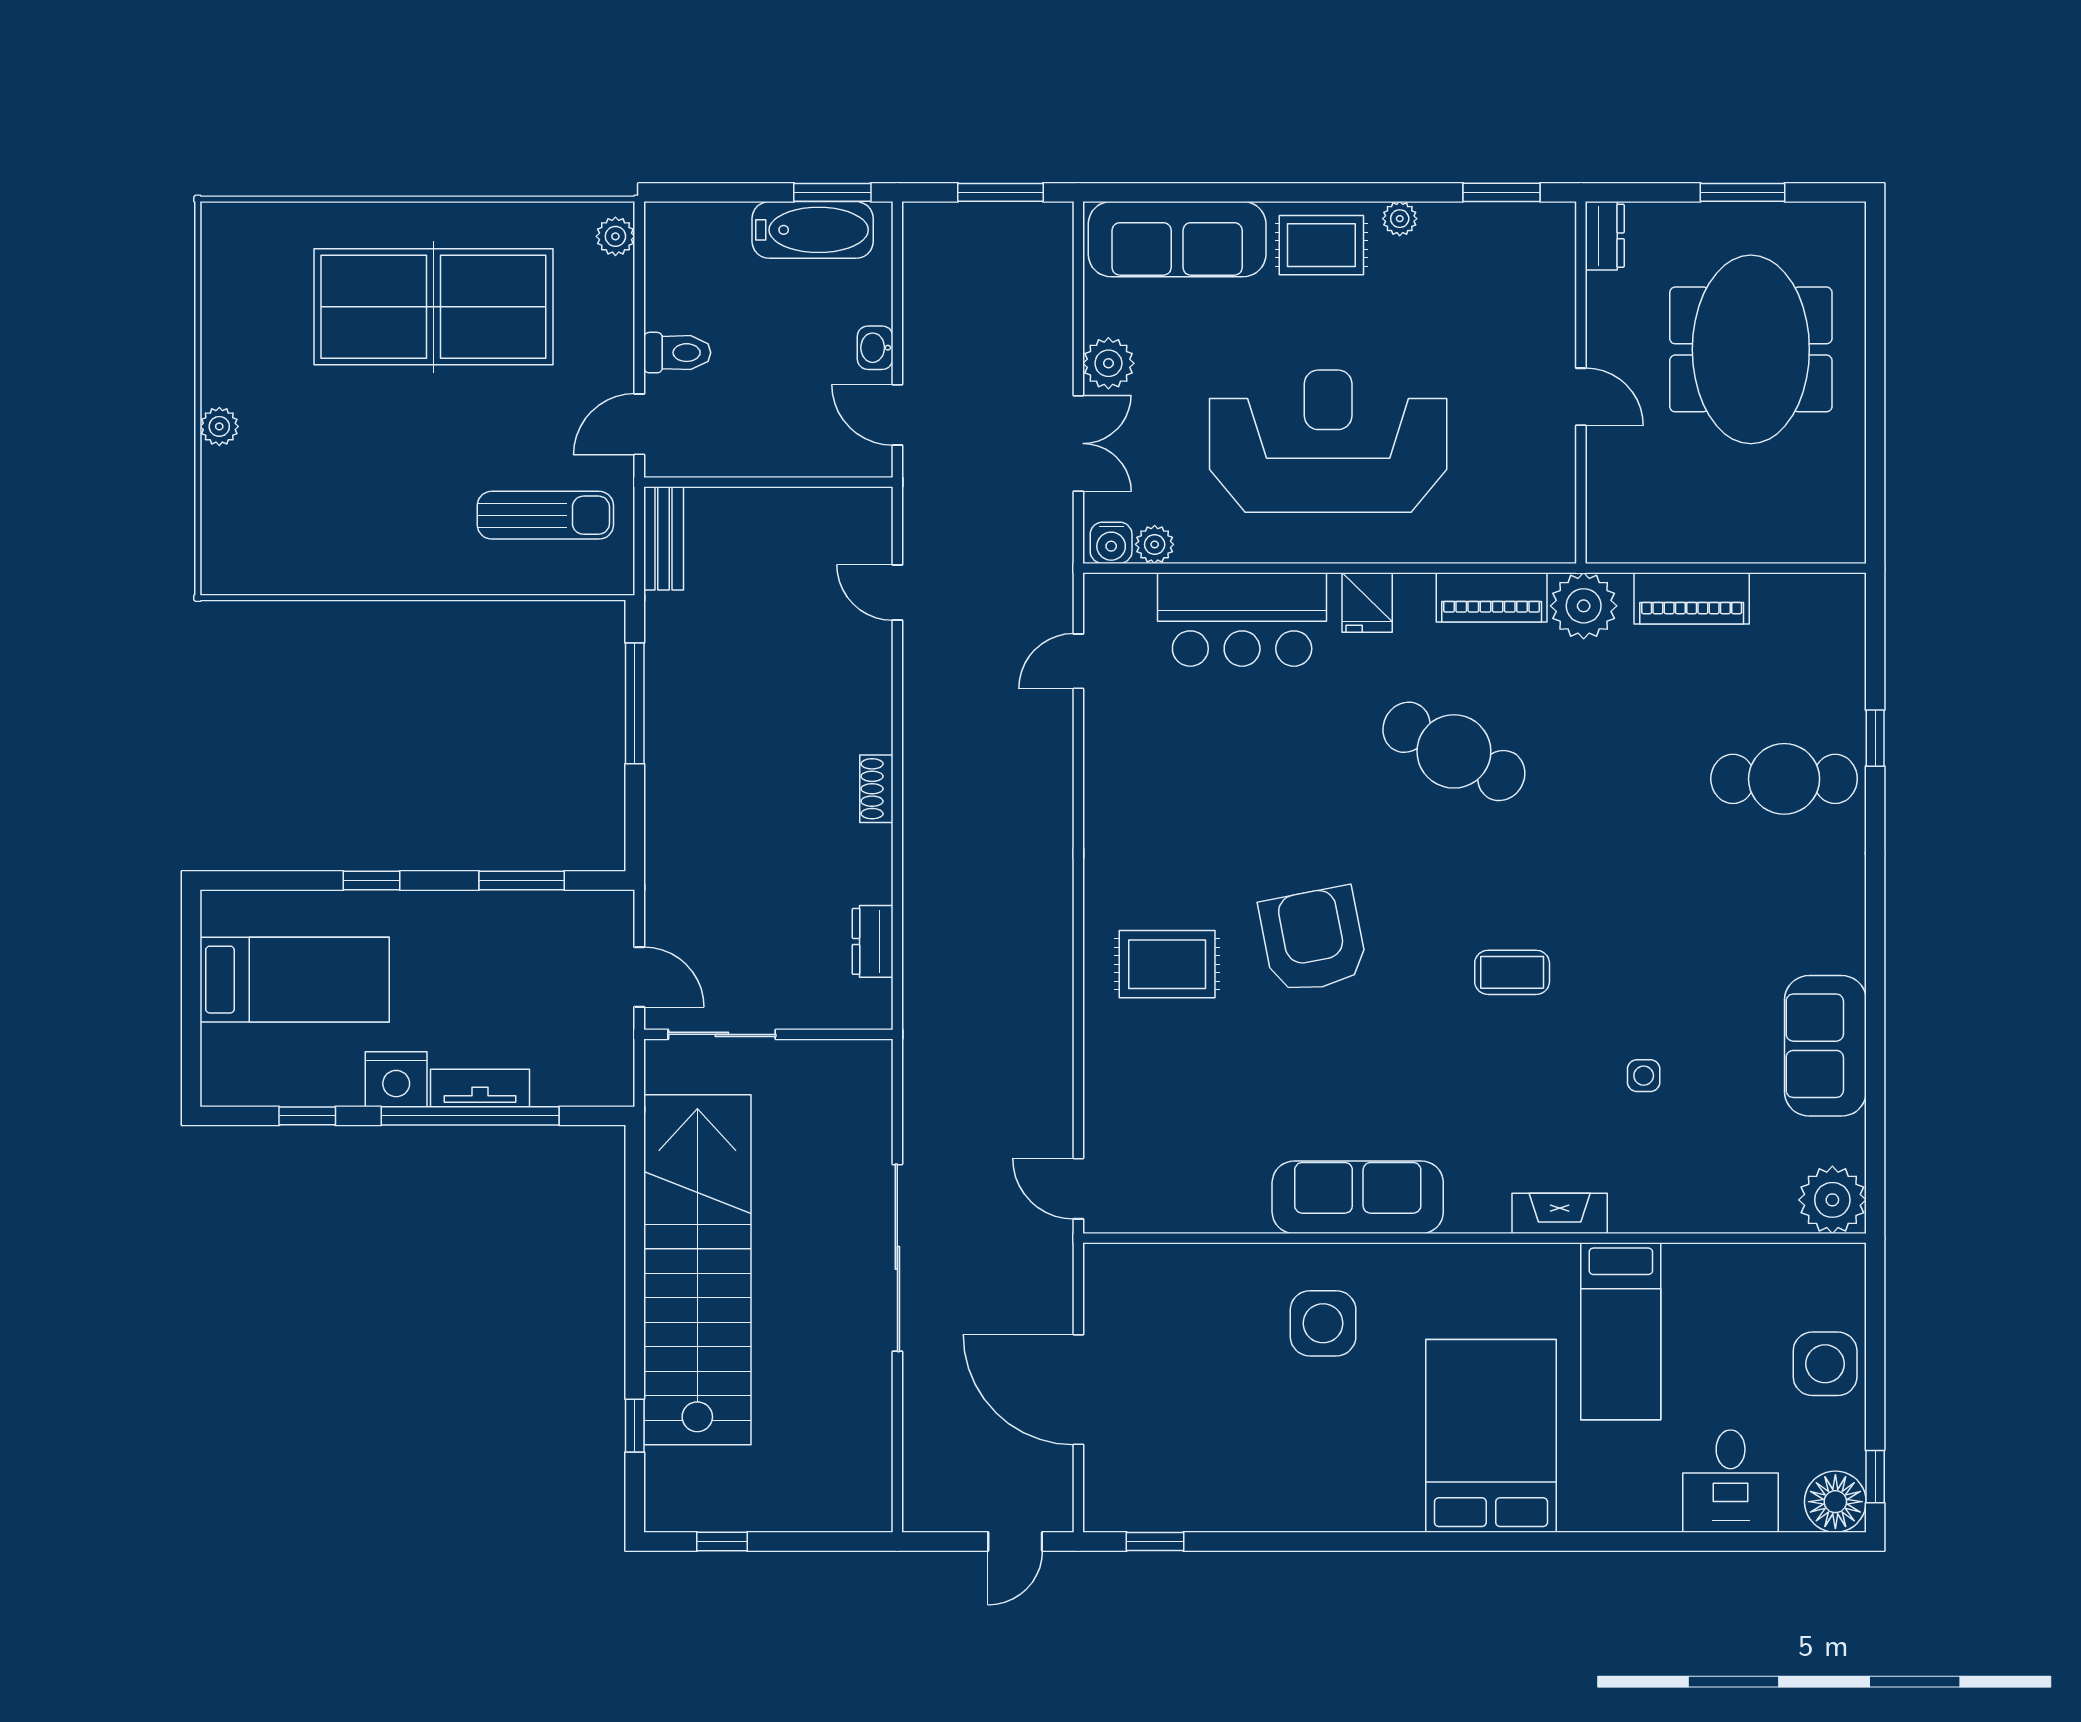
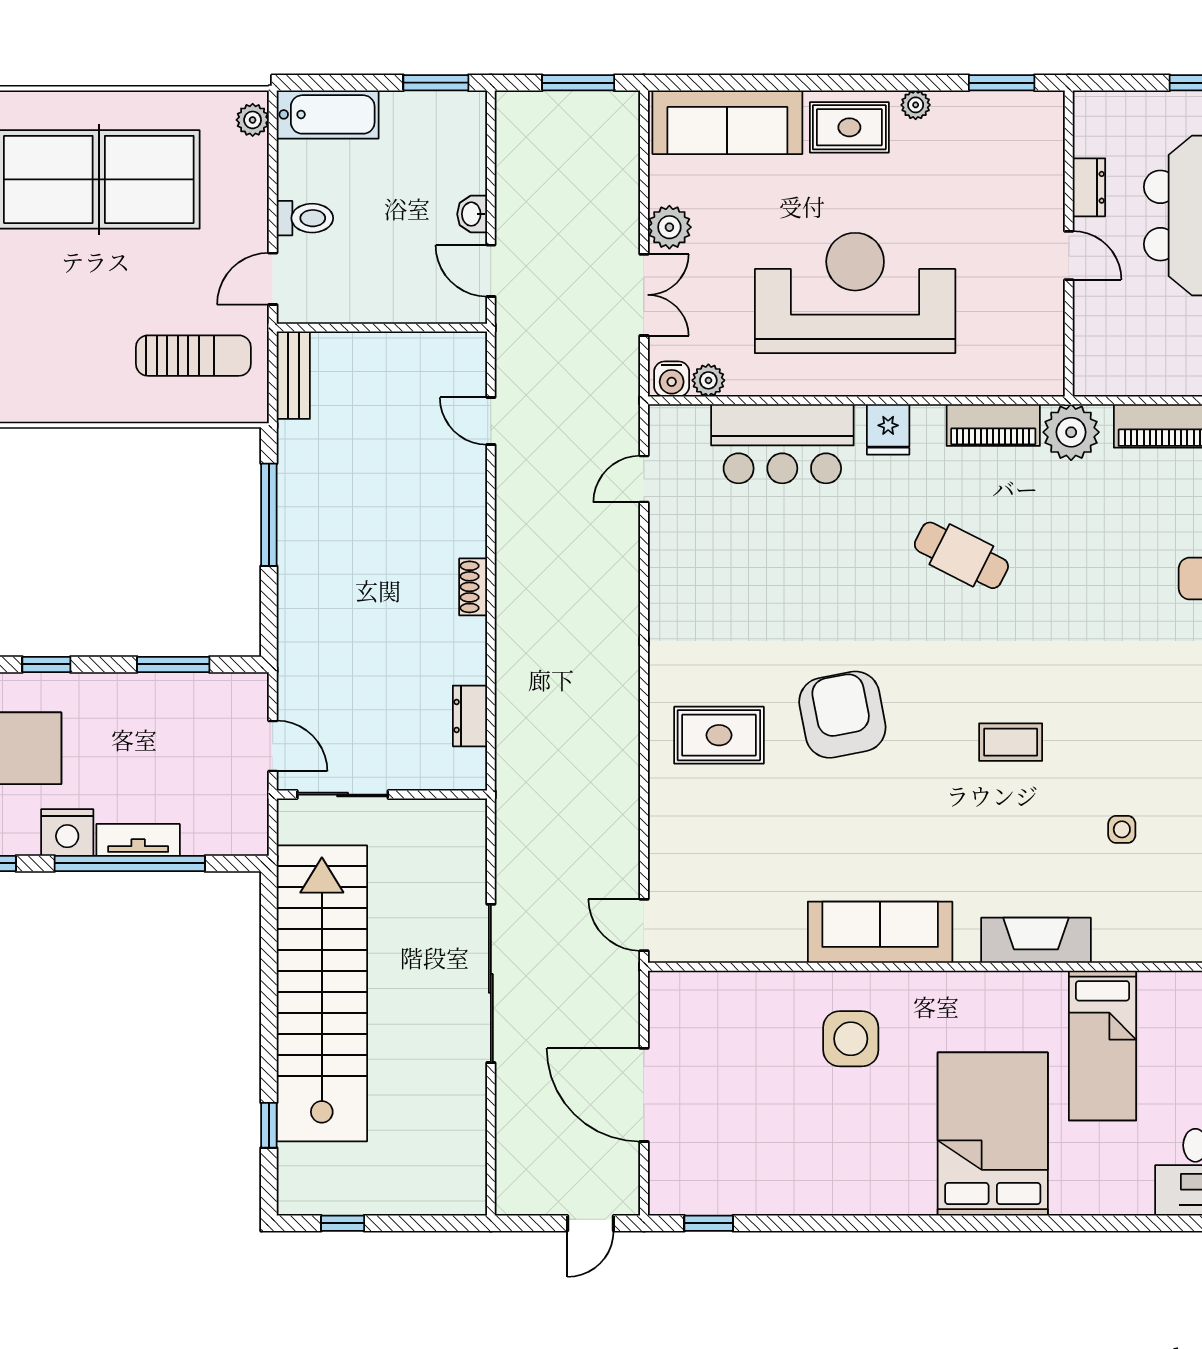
bathtub: (813, 230) -> (328, 114), moved
dresser: (1605, 236) -> (1089, 187), moved
cafe table: (1454, 751) -> (961, 555), width x0.73, depth x0.74
fireplace: (1560, 1213) -> (1036, 940), width x1.37, depth x1.32

